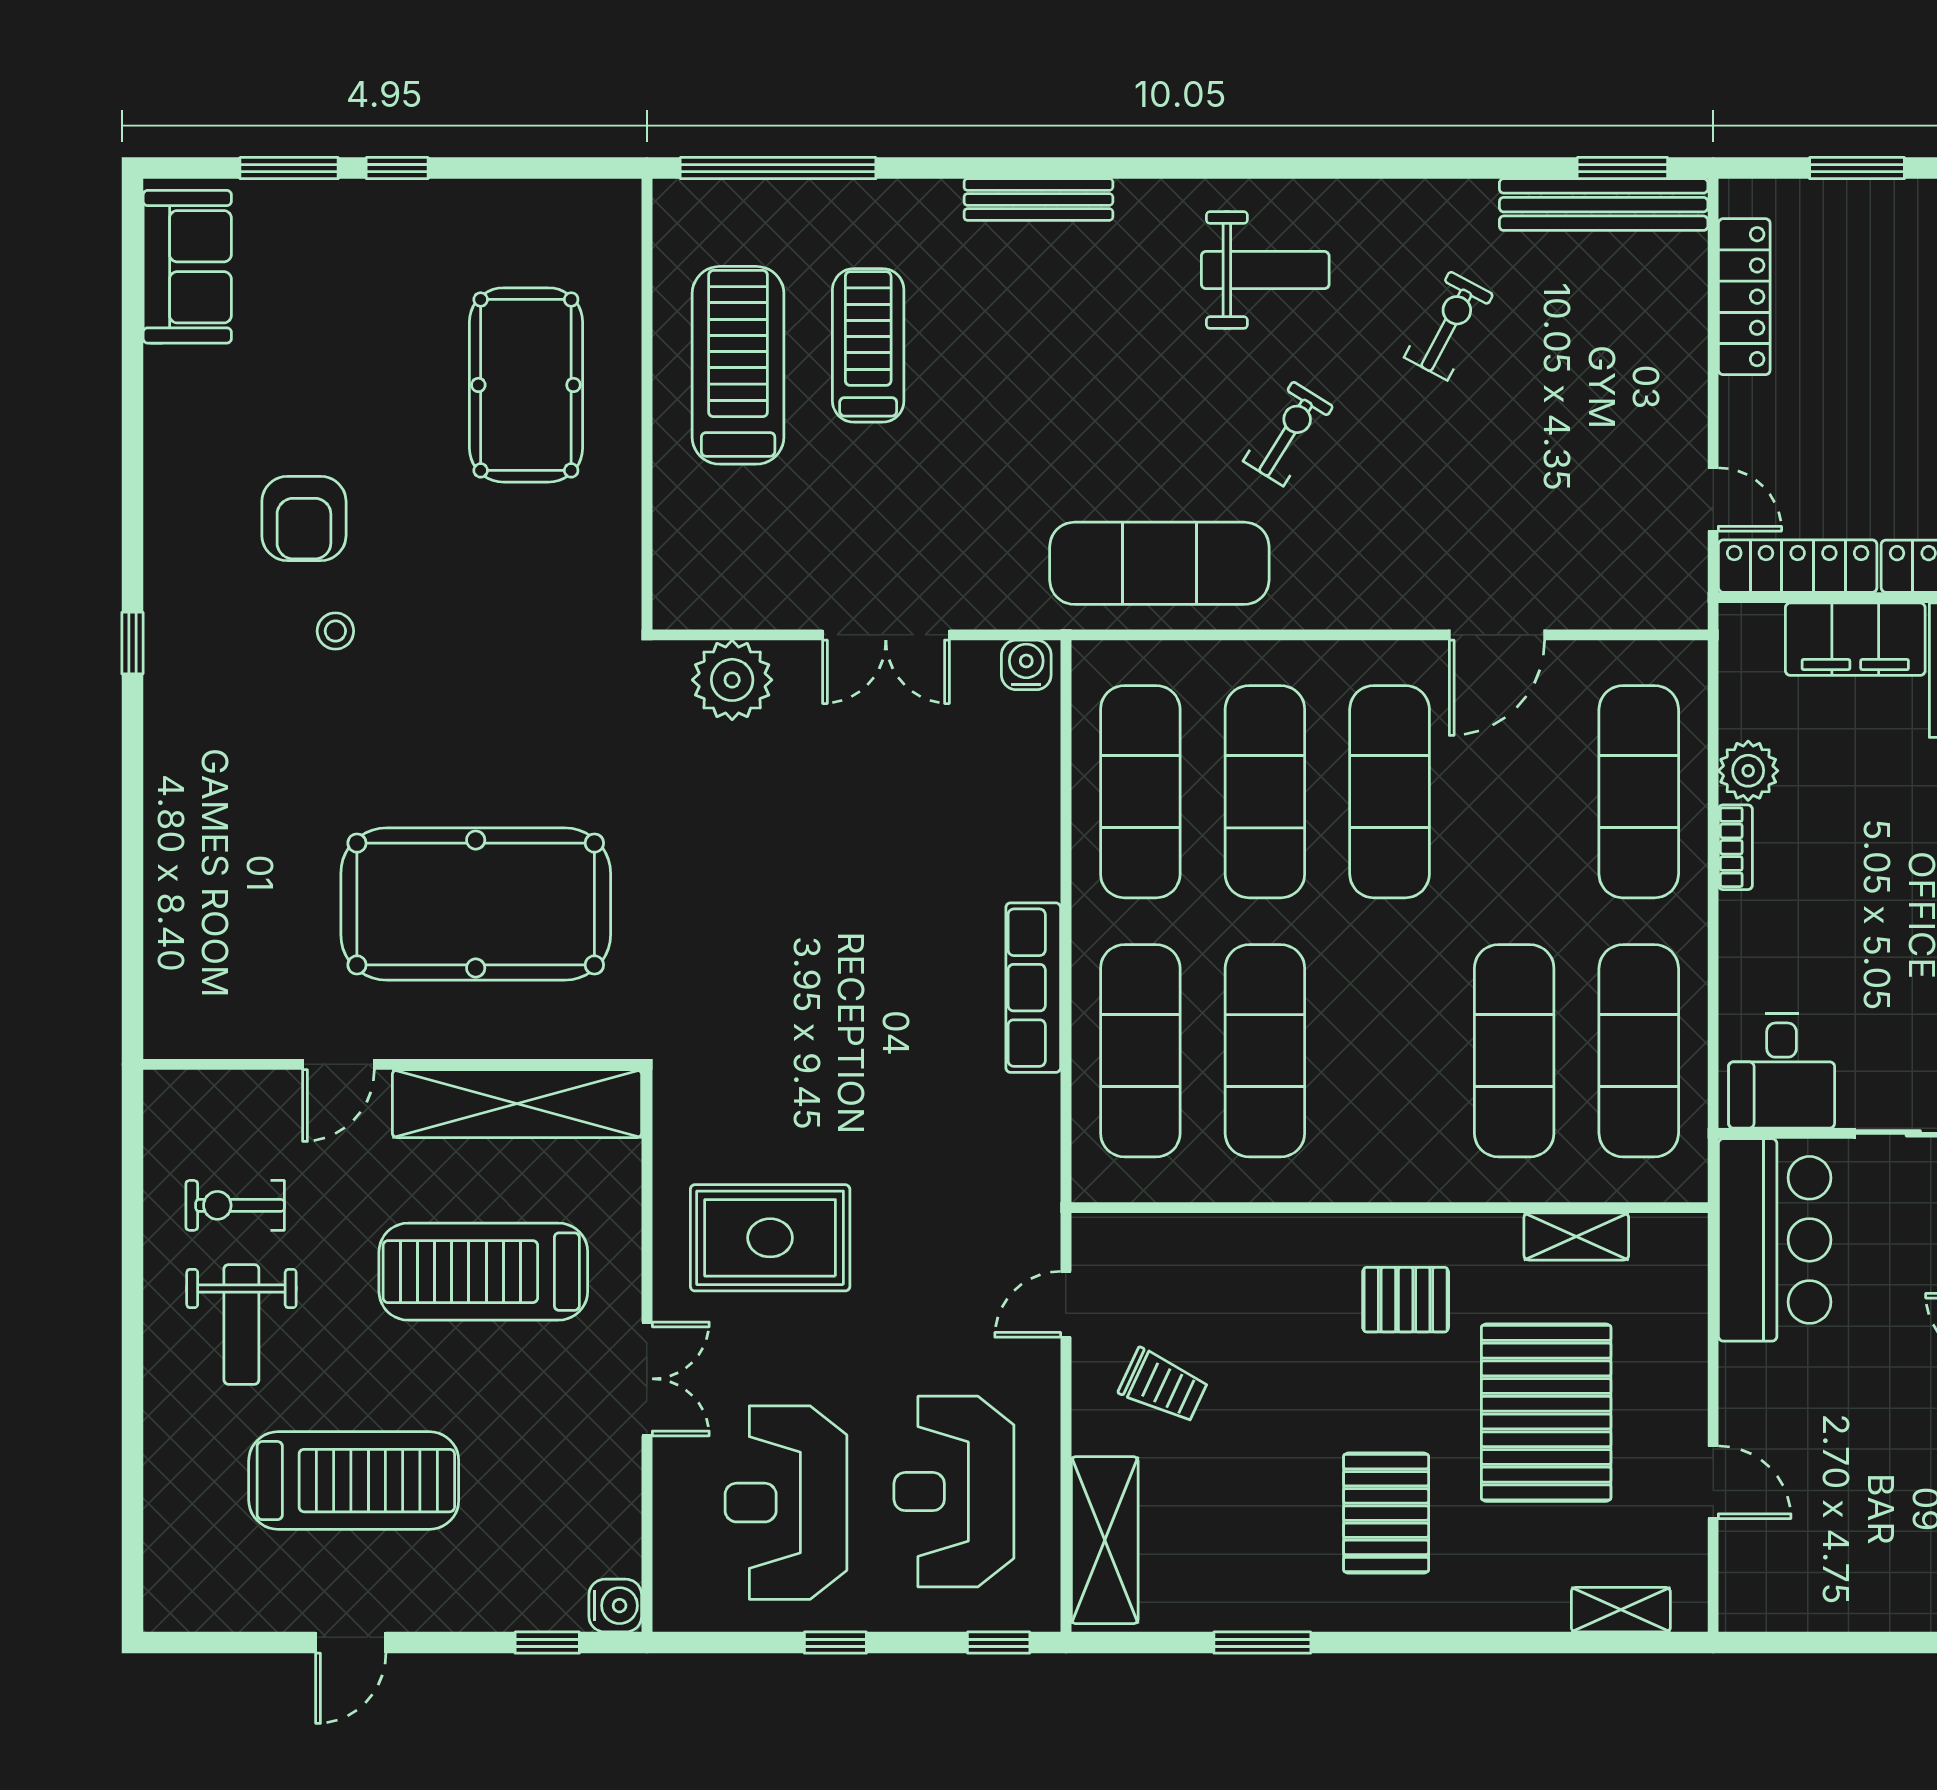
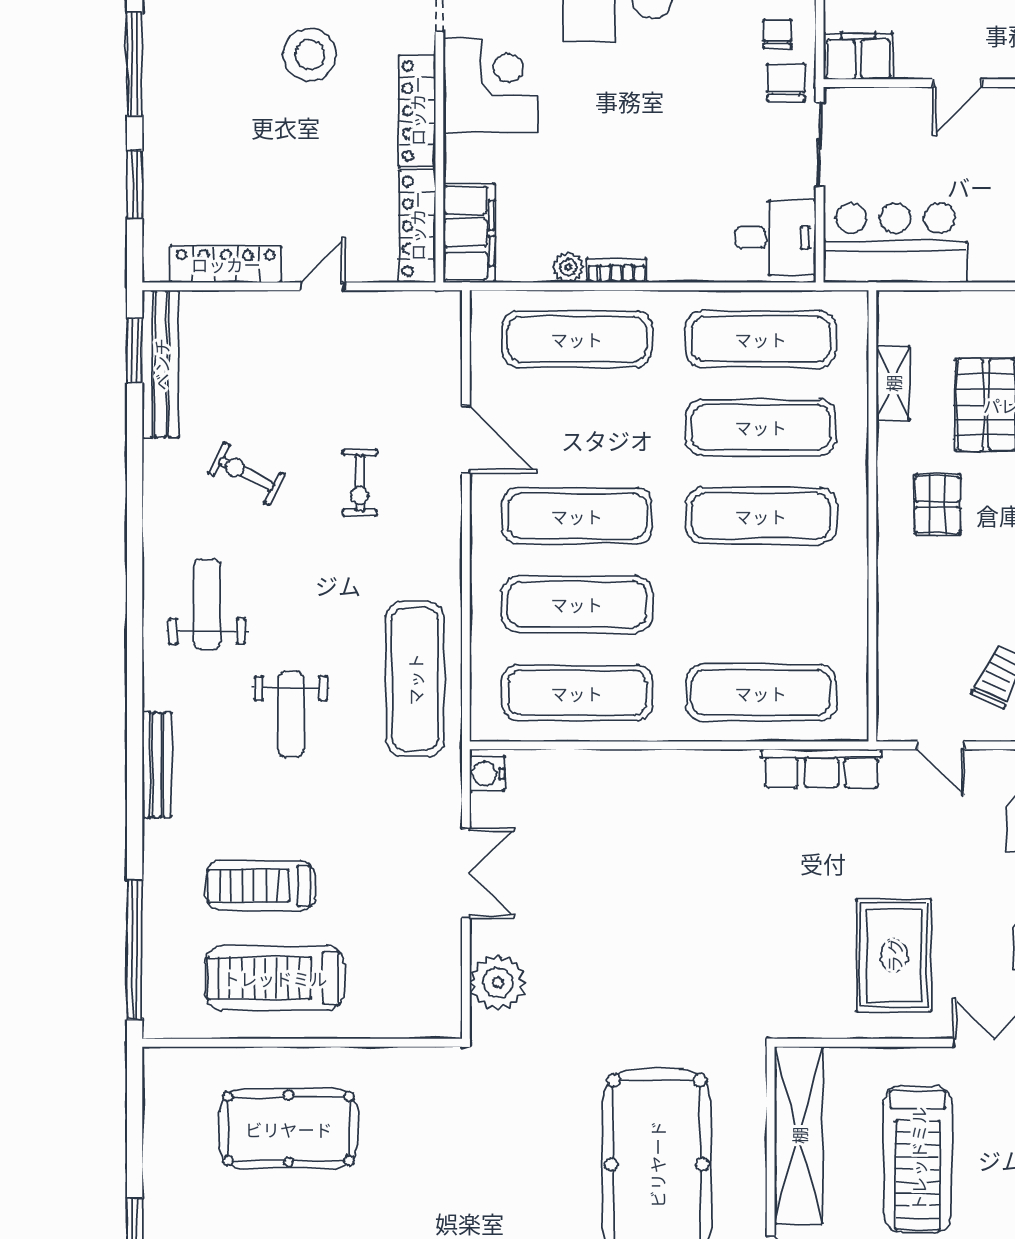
weight bench: (1110, 388) -> (291, 714), added
exercise bike: (1288, 434) -> (360, 483), moved, turned -122
door: (1713, 499) -> (323, 286), moved
filing cabinet: (1855, 639) -> (469, 233), moved
plant: (1748, 771) -> (568, 267), width x0.73, depth x0.73
row of seats: (1033, 988) -> (821, 769), moved
exercise mat: (1265, 1051) -> (761, 516), moved

